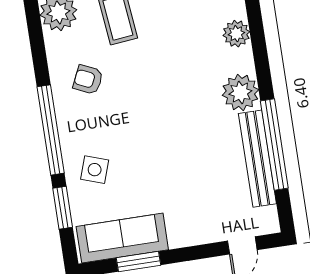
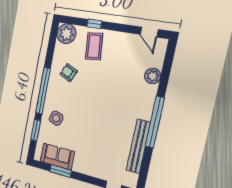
plant: (240, 92) -> (143, 108), removed
window: (274, 144) -> (155, 122), moved
sofa: (122, 238) -> (57, 157), width x0.73

